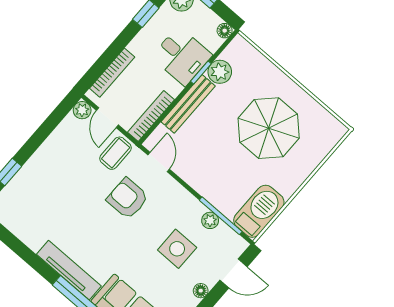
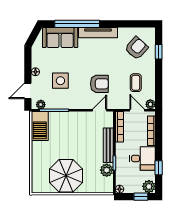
desk: (182, 56) -> (142, 158), moved, turned 180
parasol: (269, 128) -> (66, 176), moved
coffee table: (116, 153) -> (136, 83), moved
door: (159, 162) -> (100, 110), swing flipped
armchair: (35, 203) -> (137, 48), added
plant: (210, 220) -> (41, 105), moved

